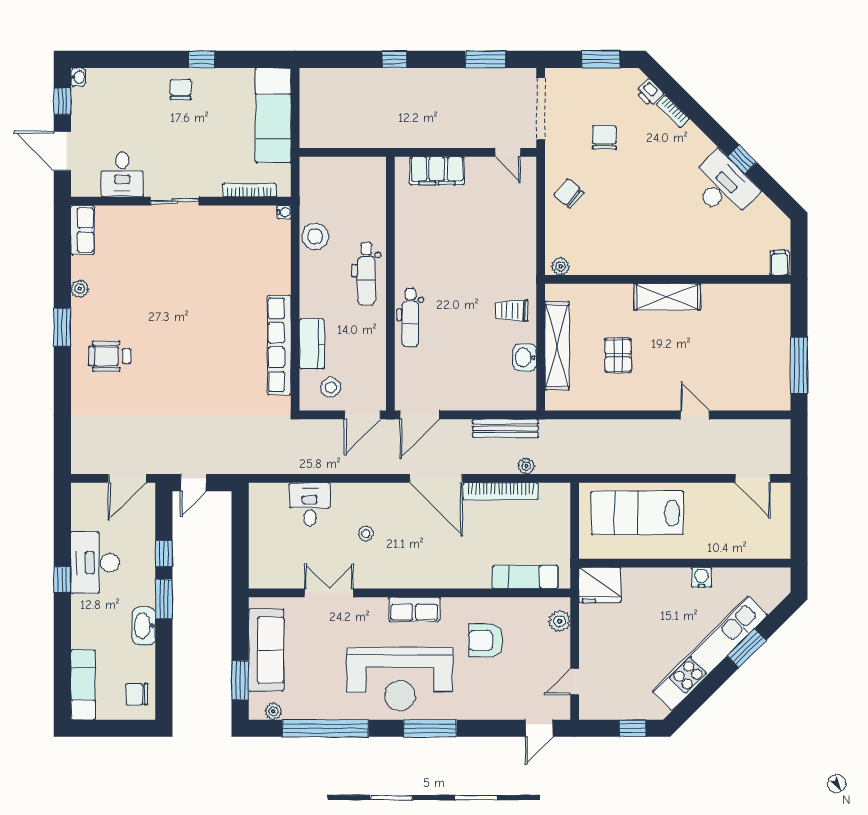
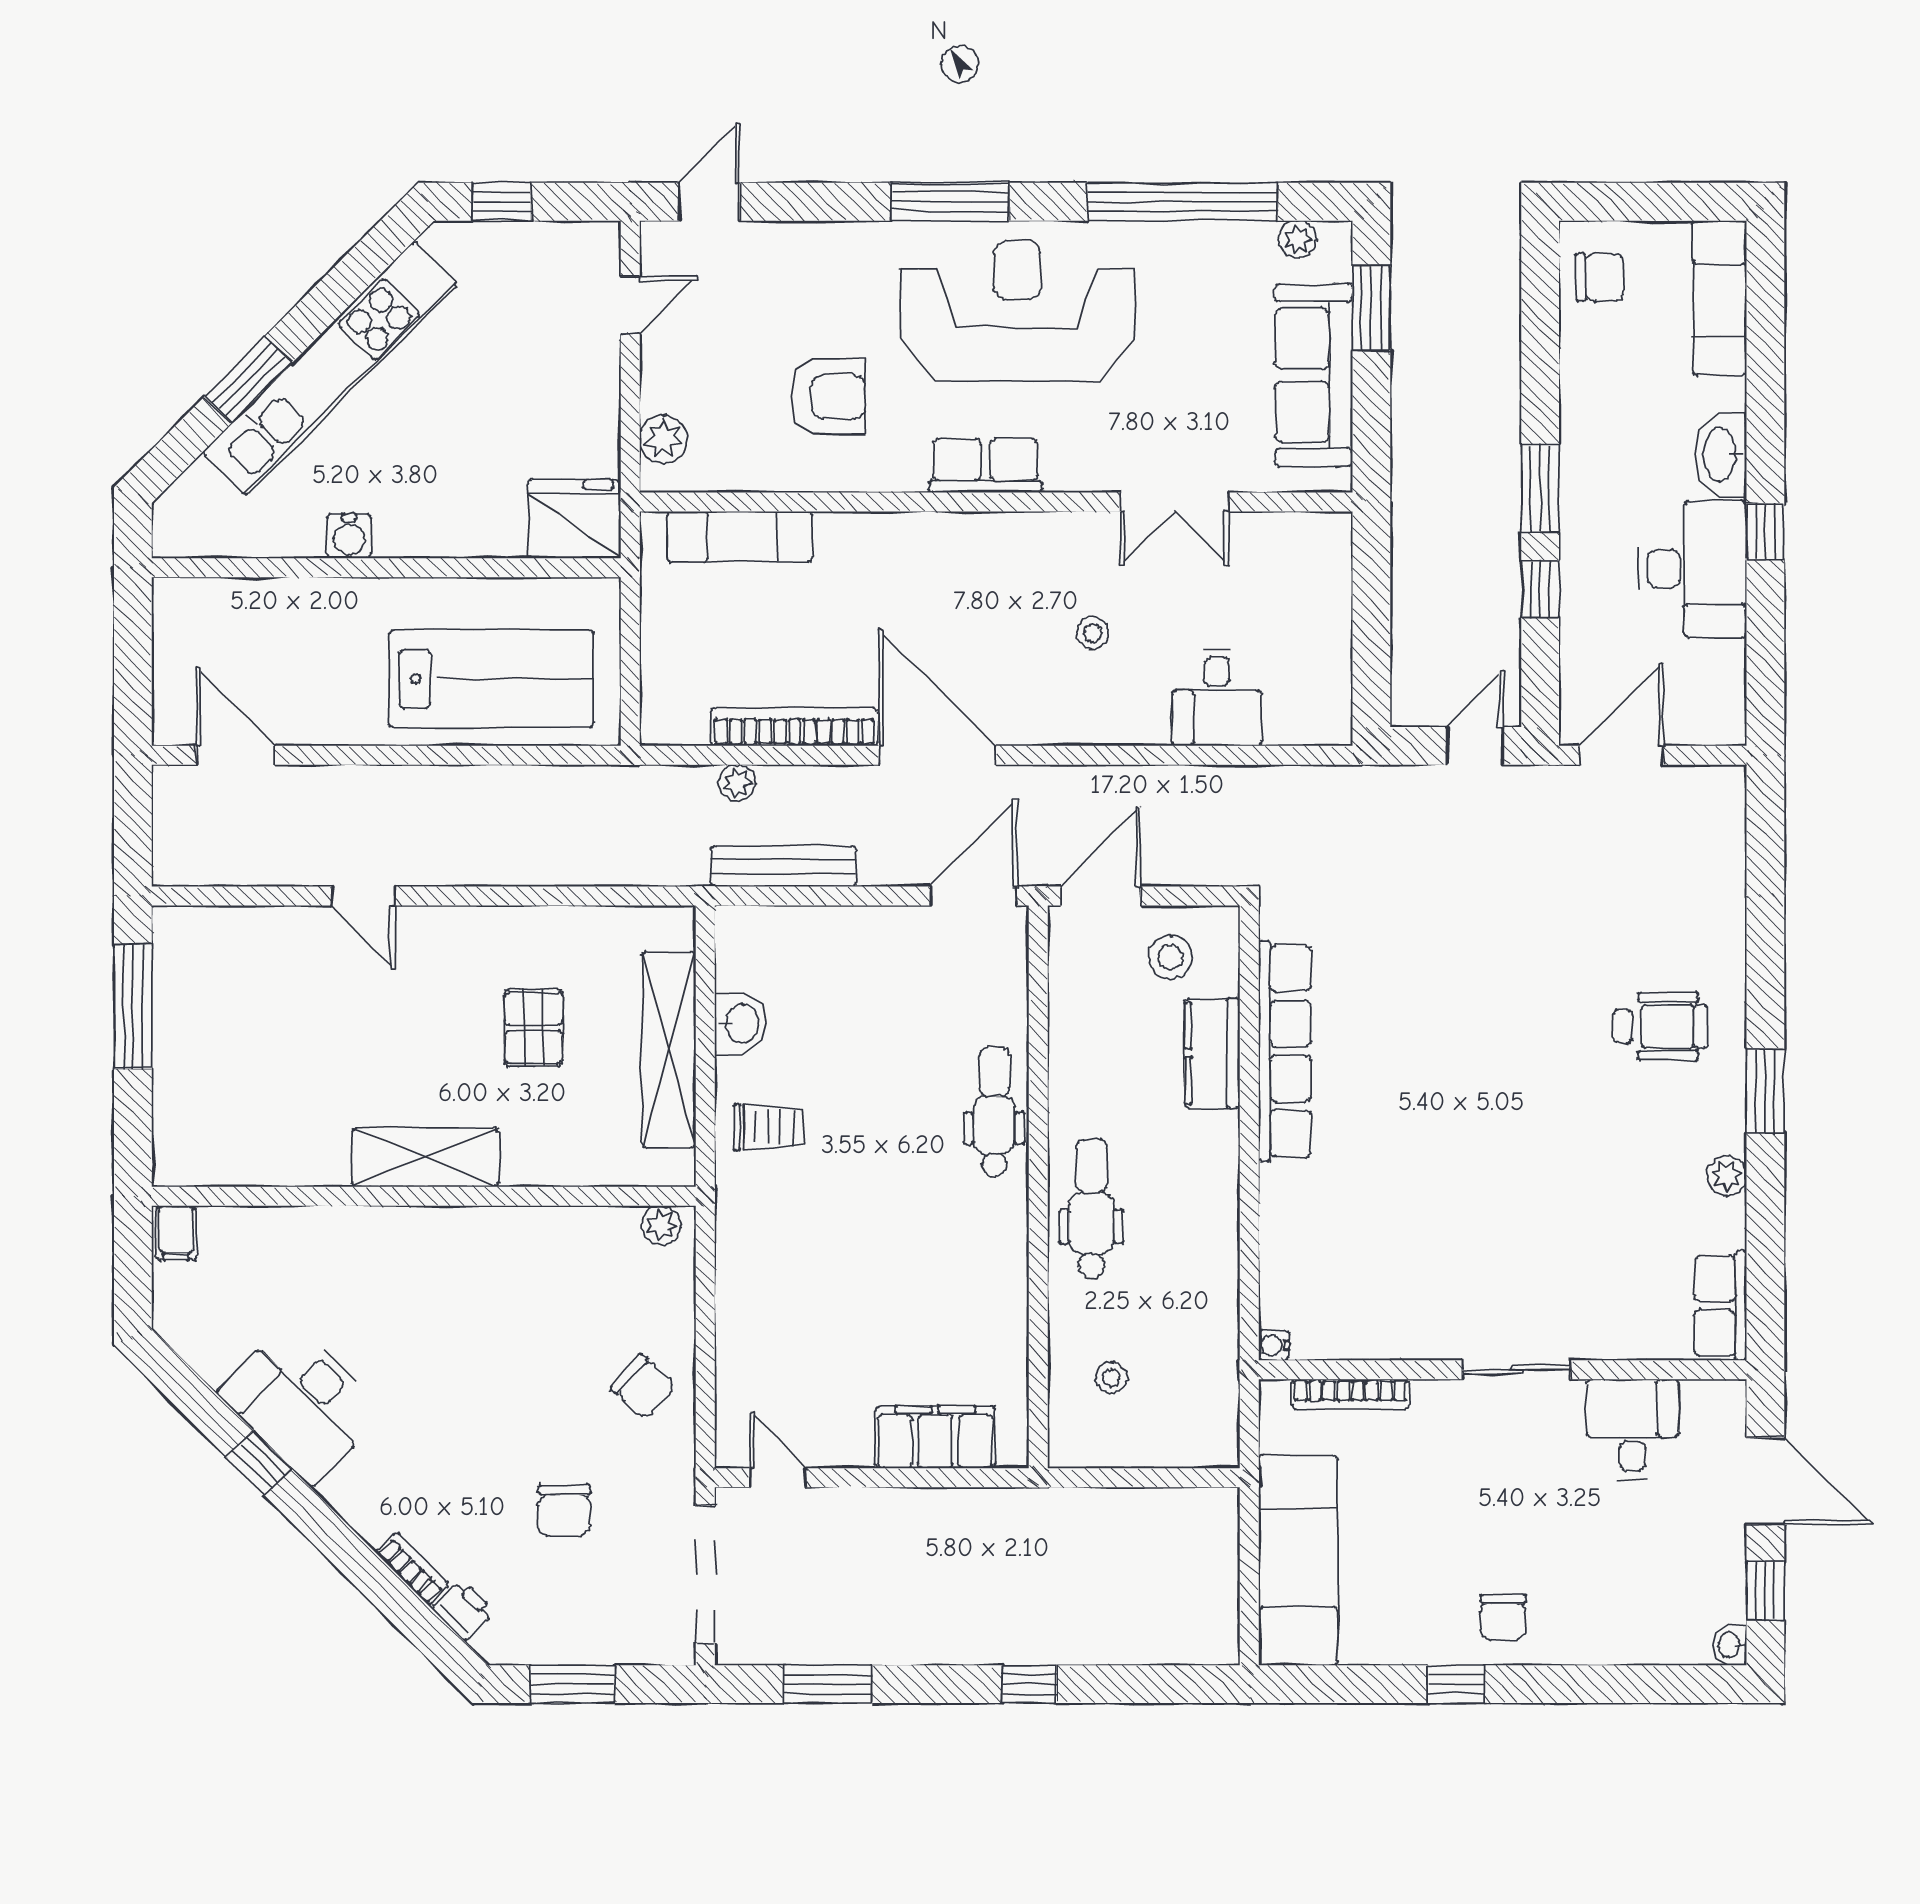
stool: (315, 236) -> (1111, 1377), moved, width x0.53, depth x0.53
washbasin: (144, 626) -> (1721, 455), moved, turned 180

